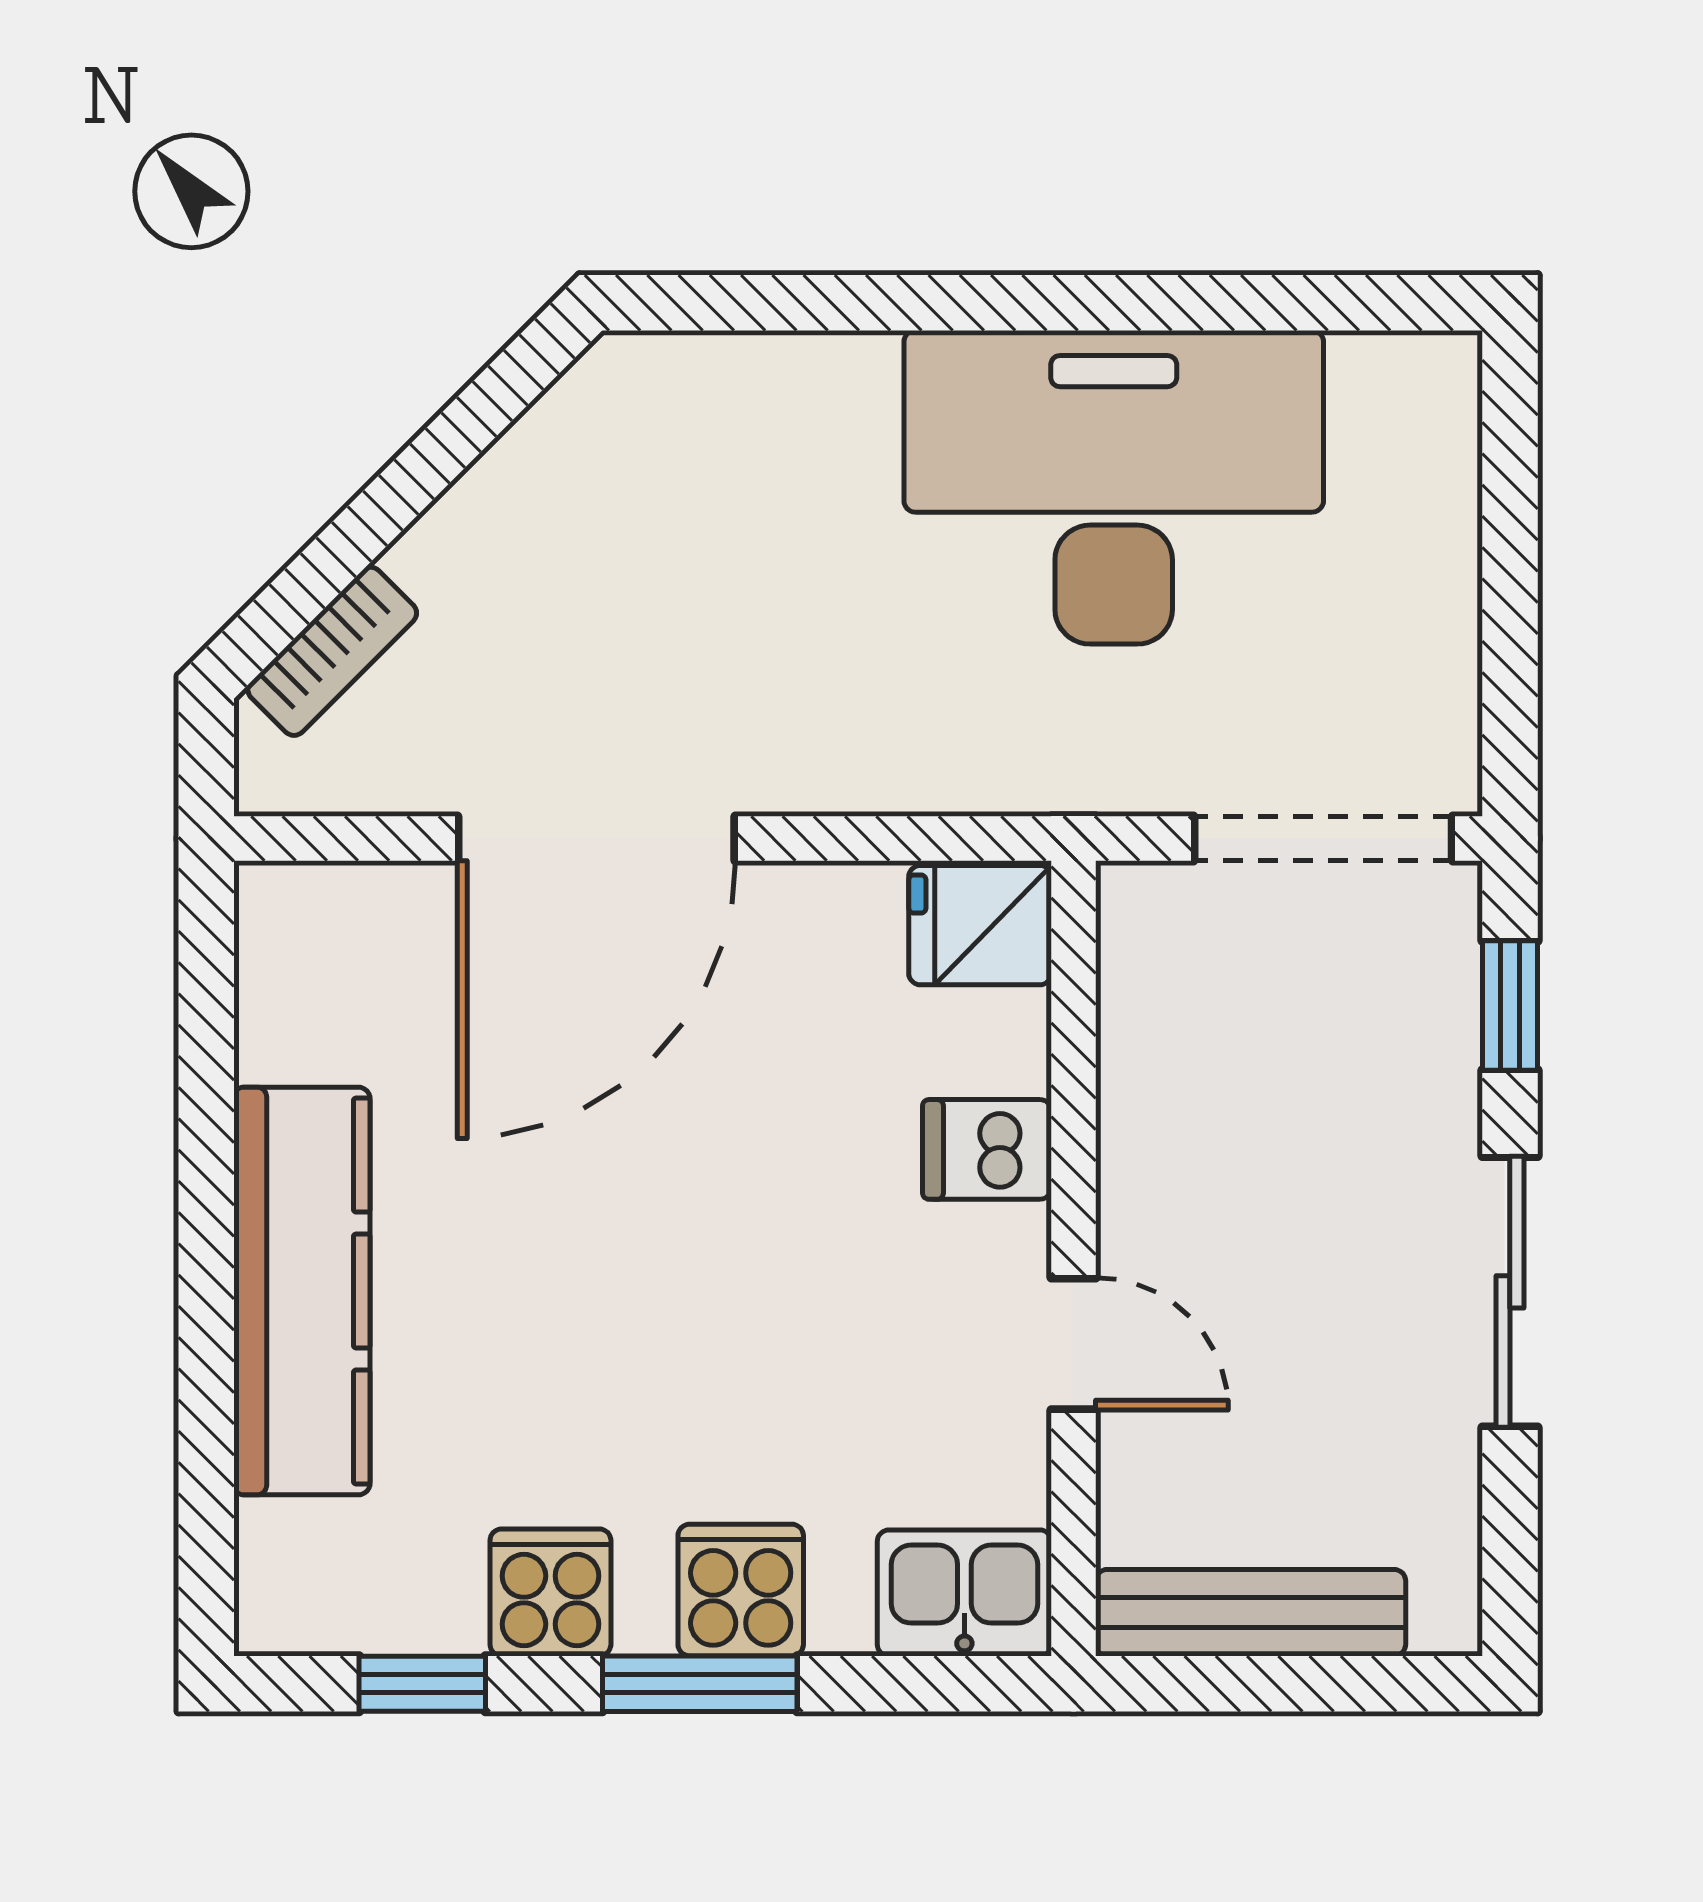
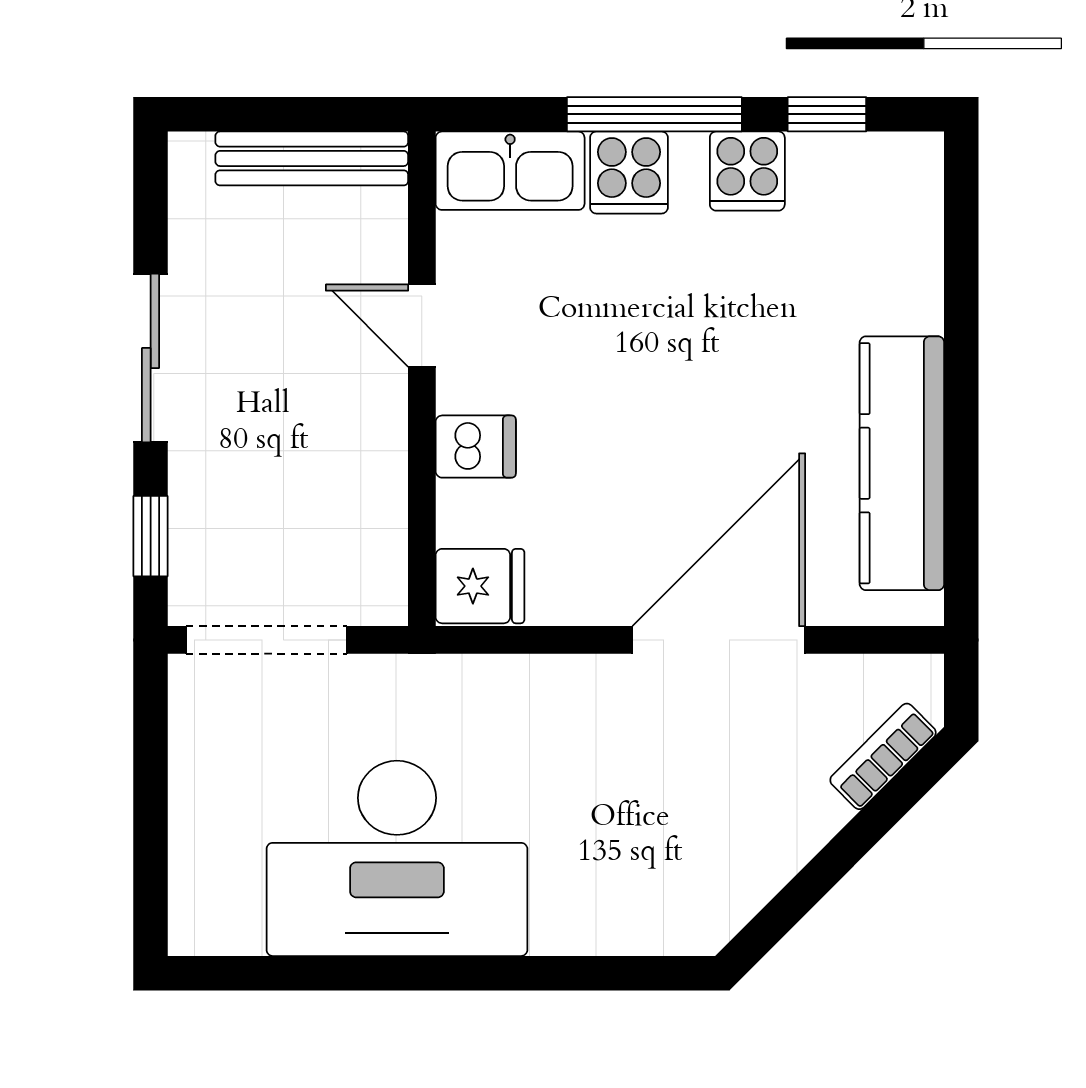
kitchen counter: (302, 1291) -> (902, 463), moved
kitchen sink: (964, 1593) -> (510, 171), width x1.38
window: (700, 1684) -> (654, 114), width x1.44

